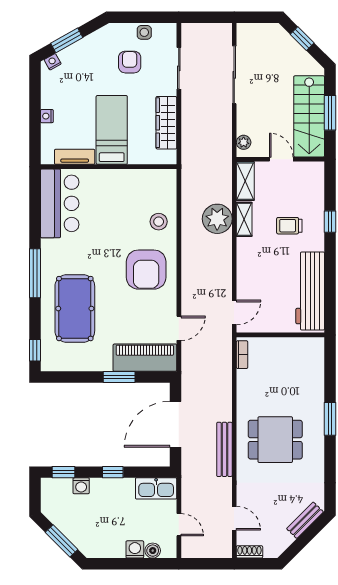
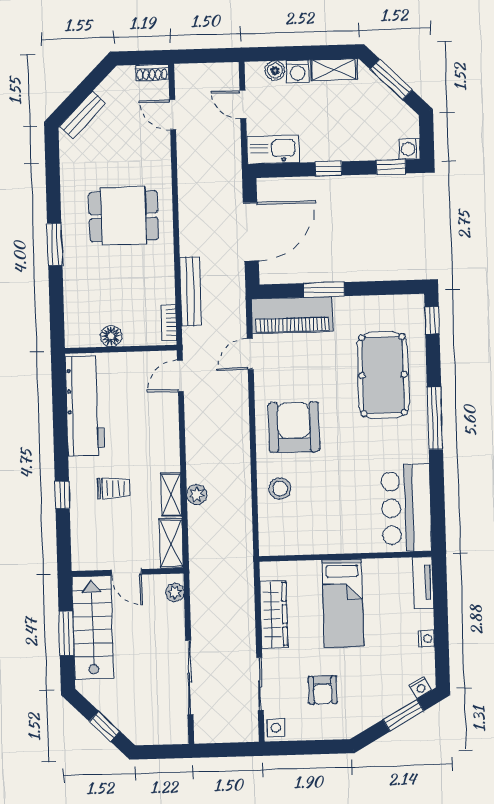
side table: (144, 32) -> (276, 728), moved
nightstand: (47, 116) -> (426, 639), moved
tv unit: (75, 157) -> (423, 582), moved, turned 90
plant: (217, 219) -> (197, 495), width x0.53, depth x0.53
floor lamp: (288, 345) -> (111, 336), added
bench: (224, 449) -> (190, 291), moved
washing machine: (81, 486) -> (410, 149), moved, turned -90
shelving: (106, 550) -> (334, 70), added

